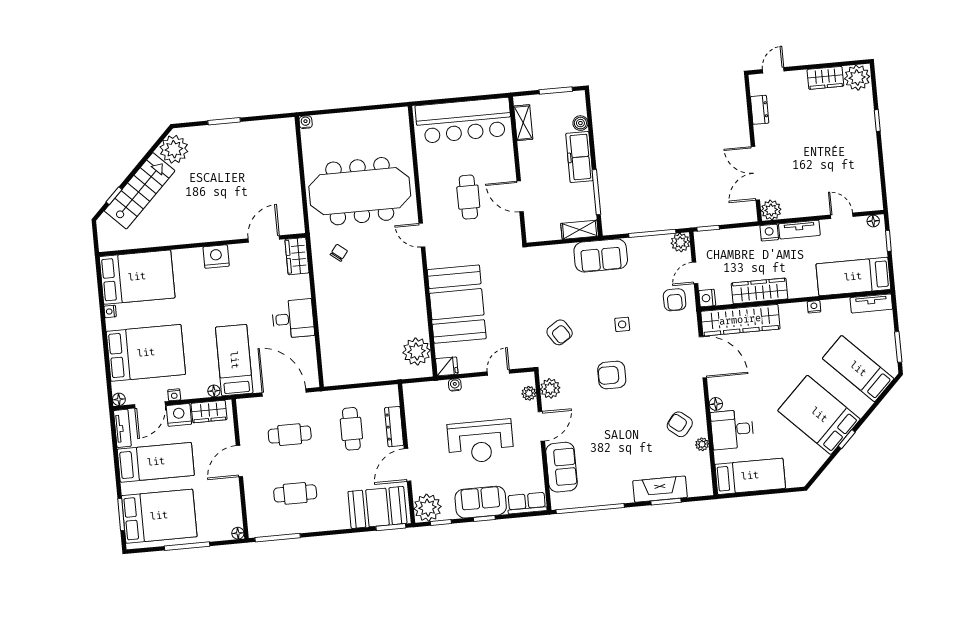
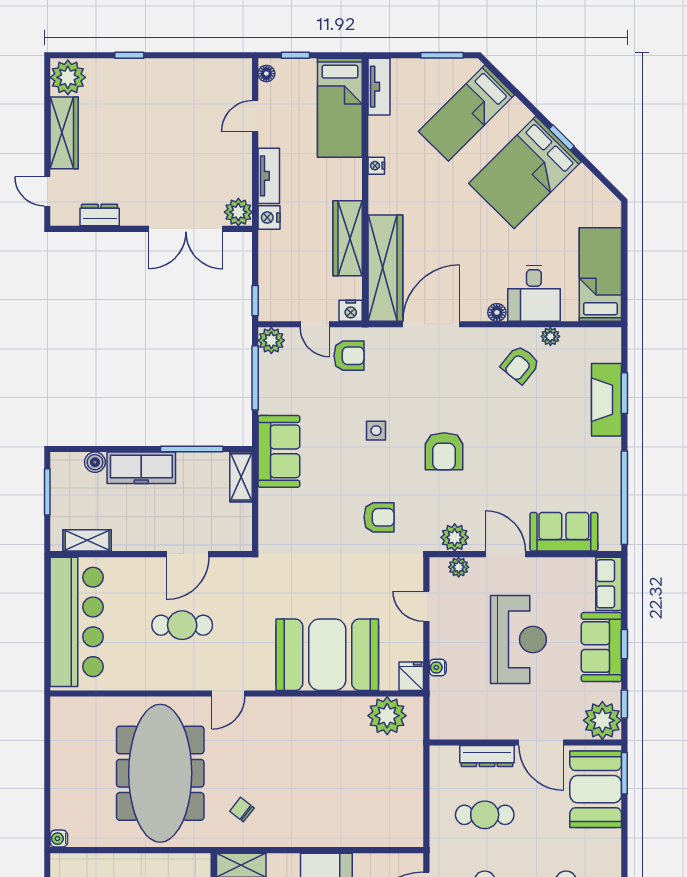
wardrobe: (825, 78) -> (64, 133), width x1.50
armchair: (560, 332) -> (379, 517), turned 33

